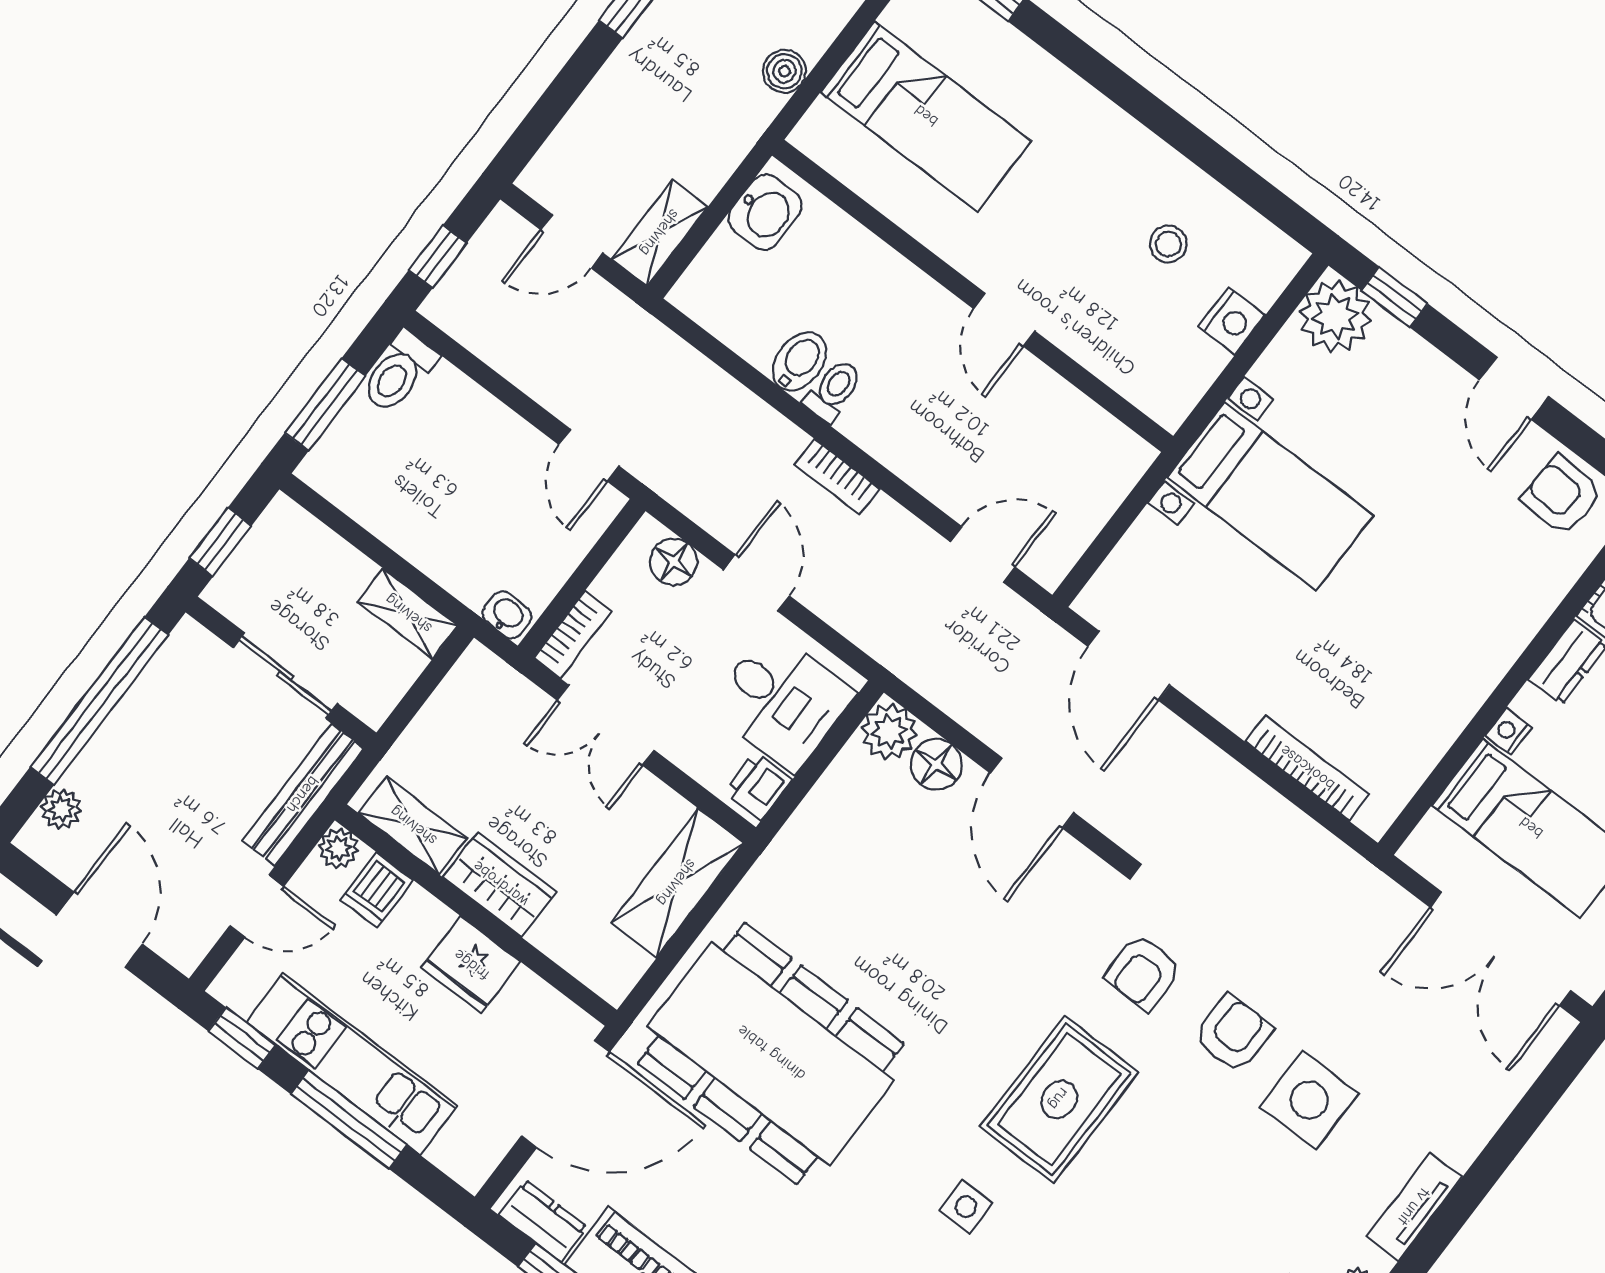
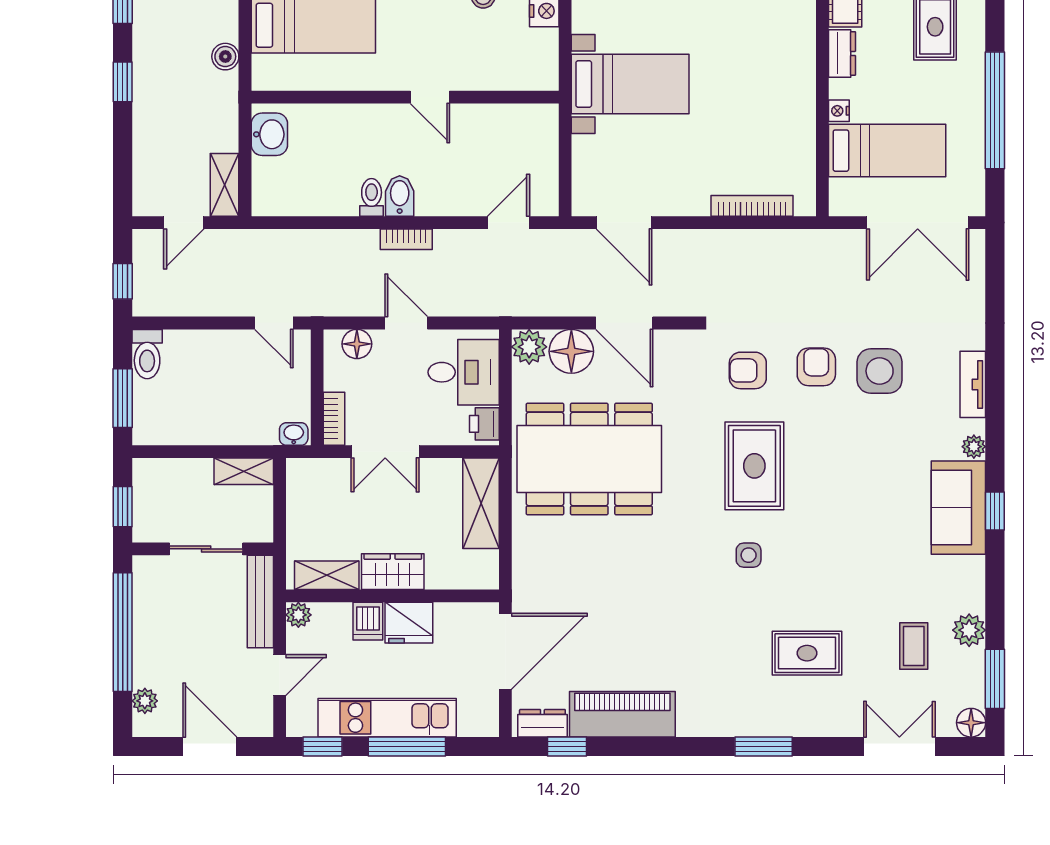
bidet: (799, 362) -> (400, 196), moved
floor lamp: (936, 764) -> (571, 351), width x1.38, depth x1.38
dishwasher: (377, 890) -> (368, 621), moved
armchair: (1143, 972) -> (748, 370), turned 90
dining table: (771, 1053) -> (589, 459), moved

